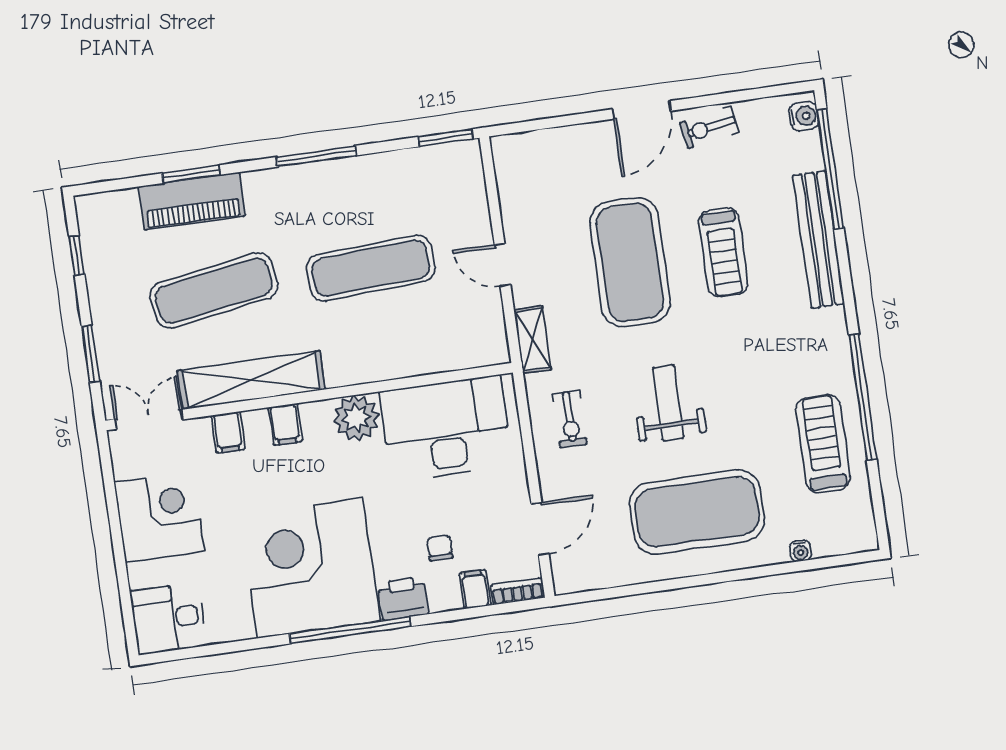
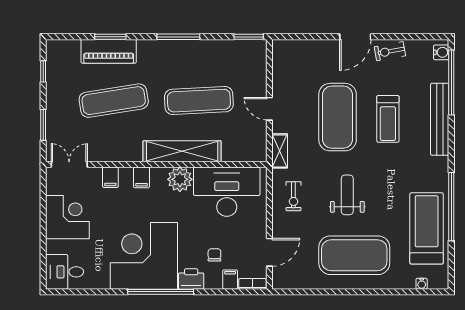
shelving: (251, 380) -> (182, 151), moved
treadmill: (823, 444) -> (427, 228), width x1.37, depth x1.38
water cooler: (800, 551) -> (422, 284), moved

